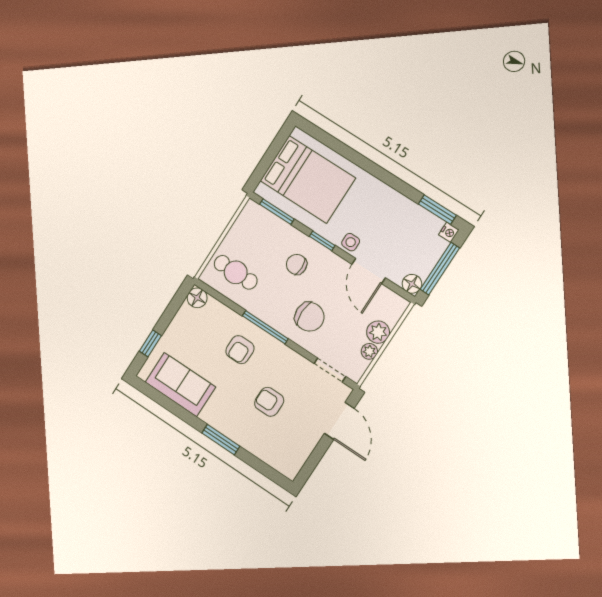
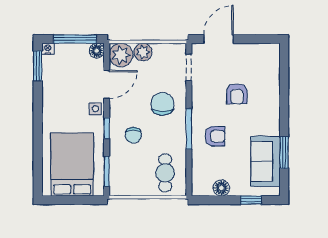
floor lamp: (197, 298) -> (221, 188), moved
plant: (369, 351) -> (121, 55), moved, width x1.88, depth x1.88
window: (221, 440) -> (284, 153), moved

